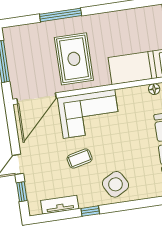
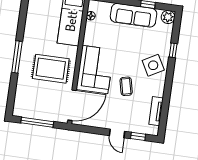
window: (61, 15) -> (17, 57), moved
door: (36, 98) -> (72, 105), hinge flipped
window: (90, 211) -> (173, 50), moved

